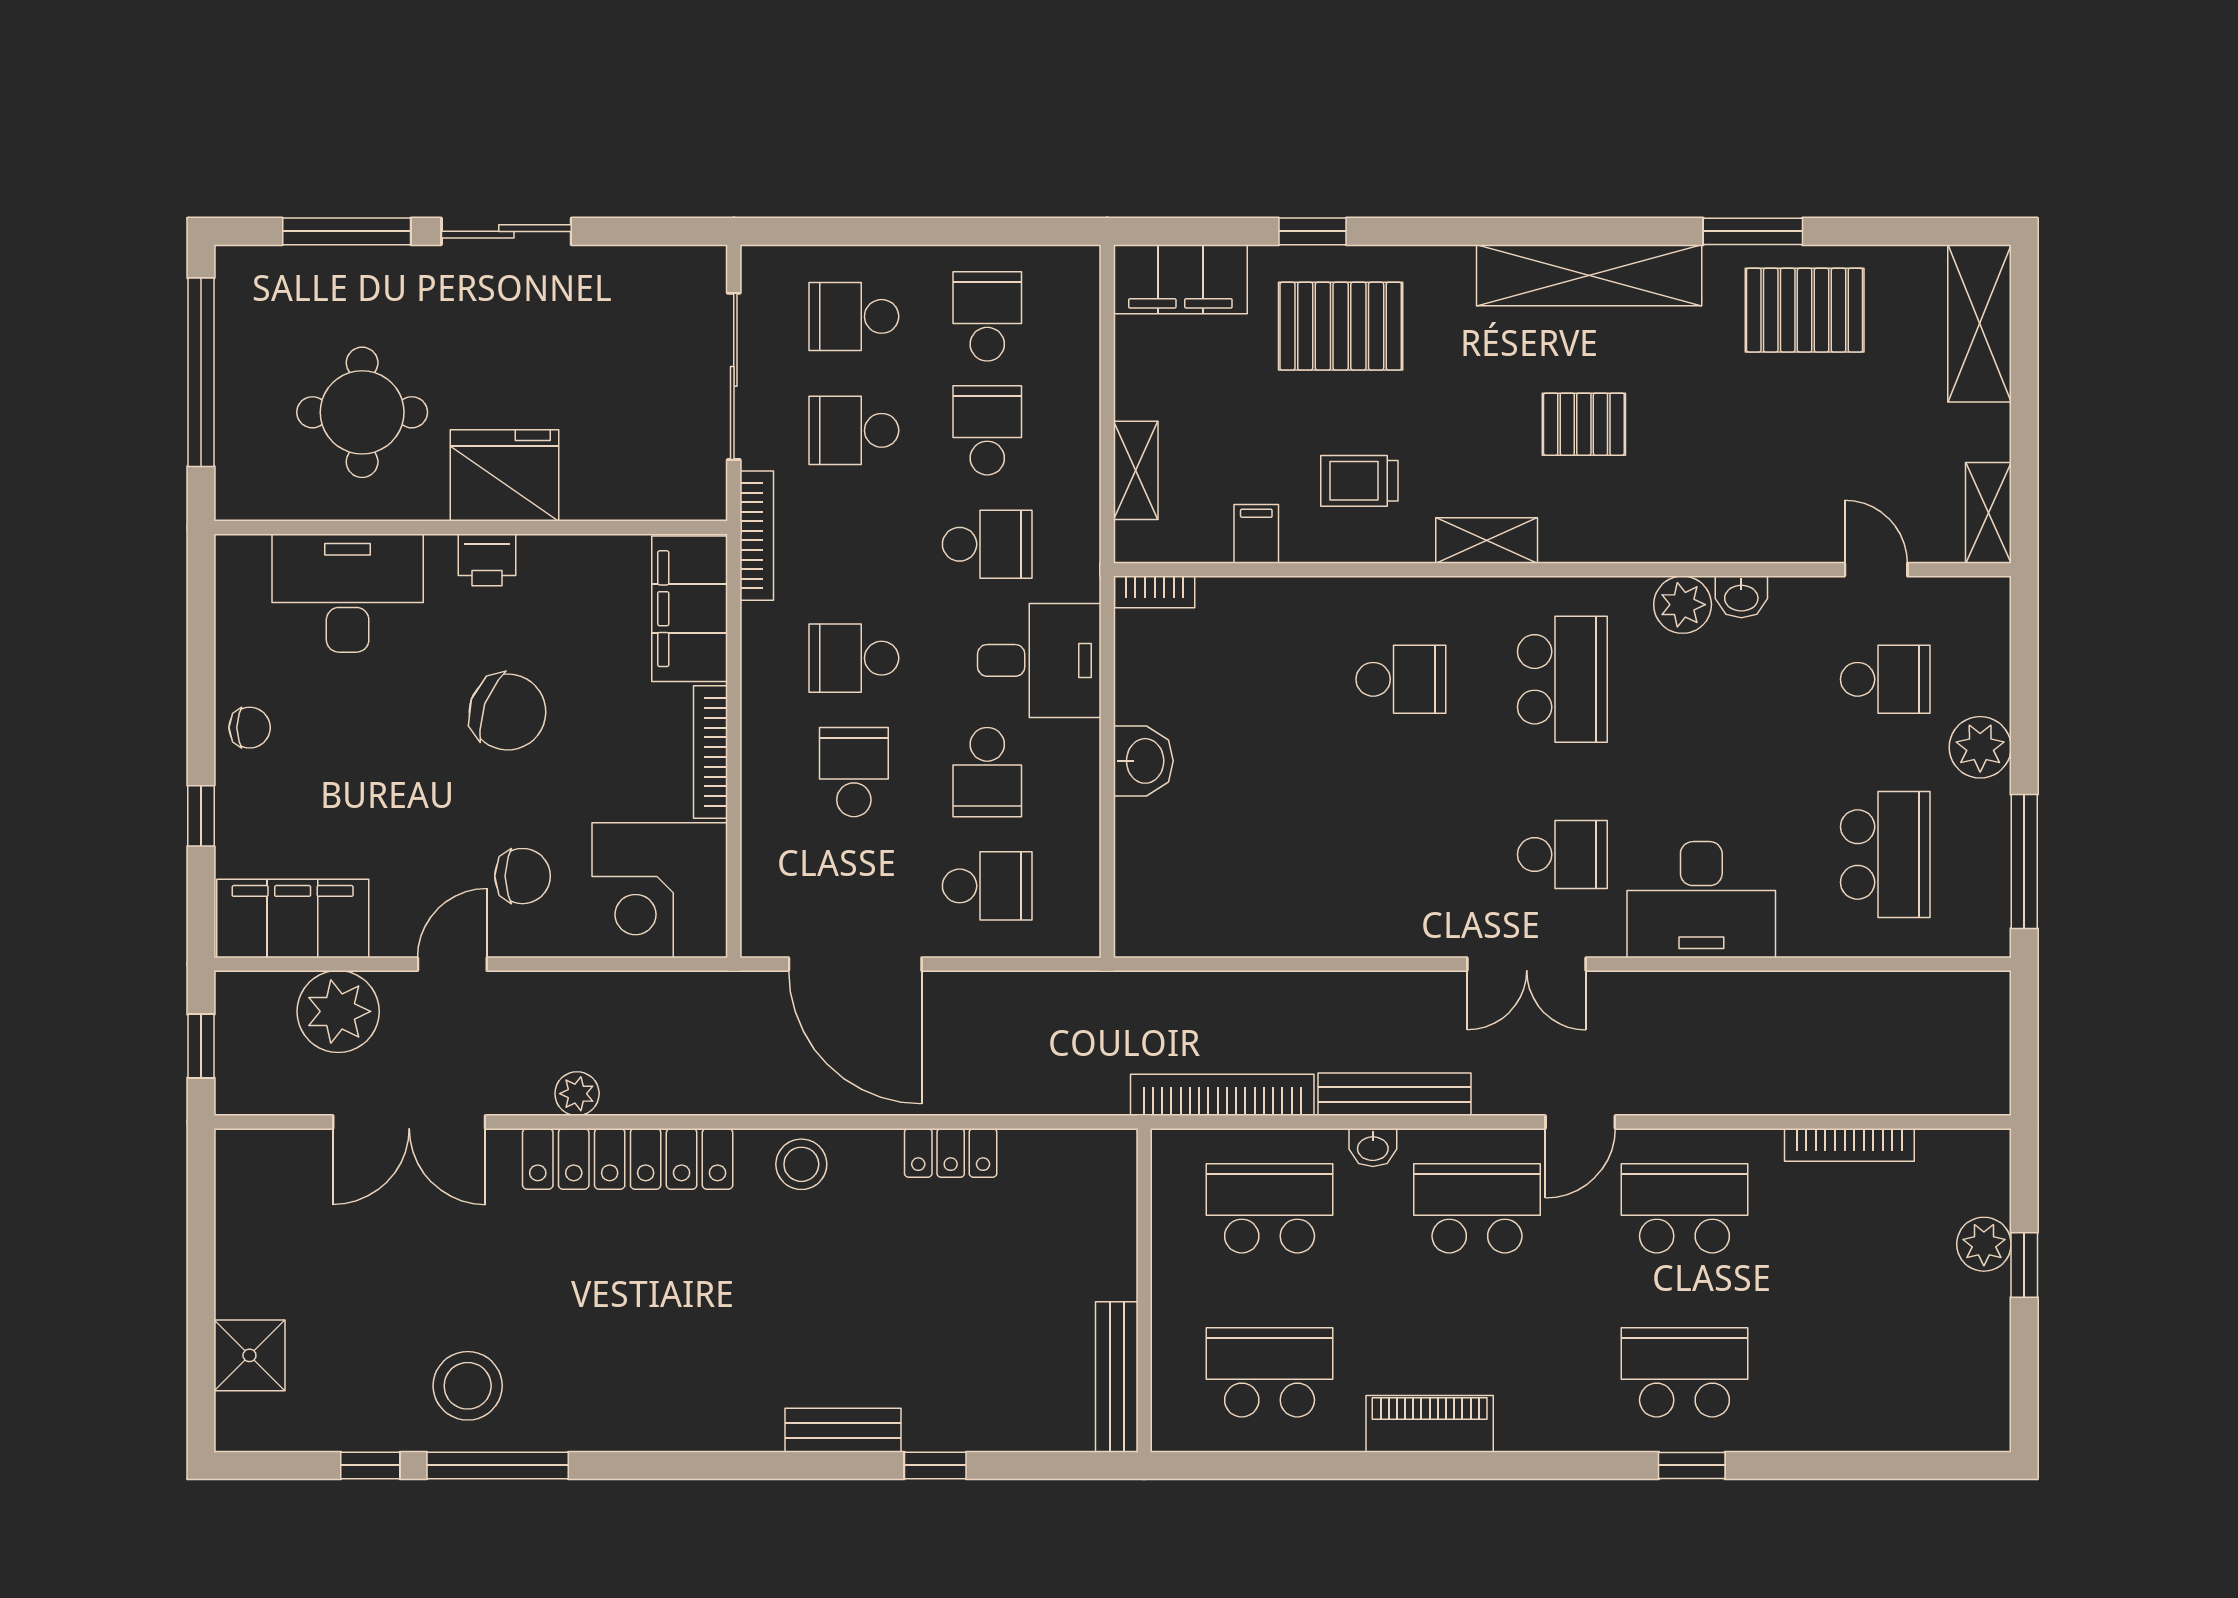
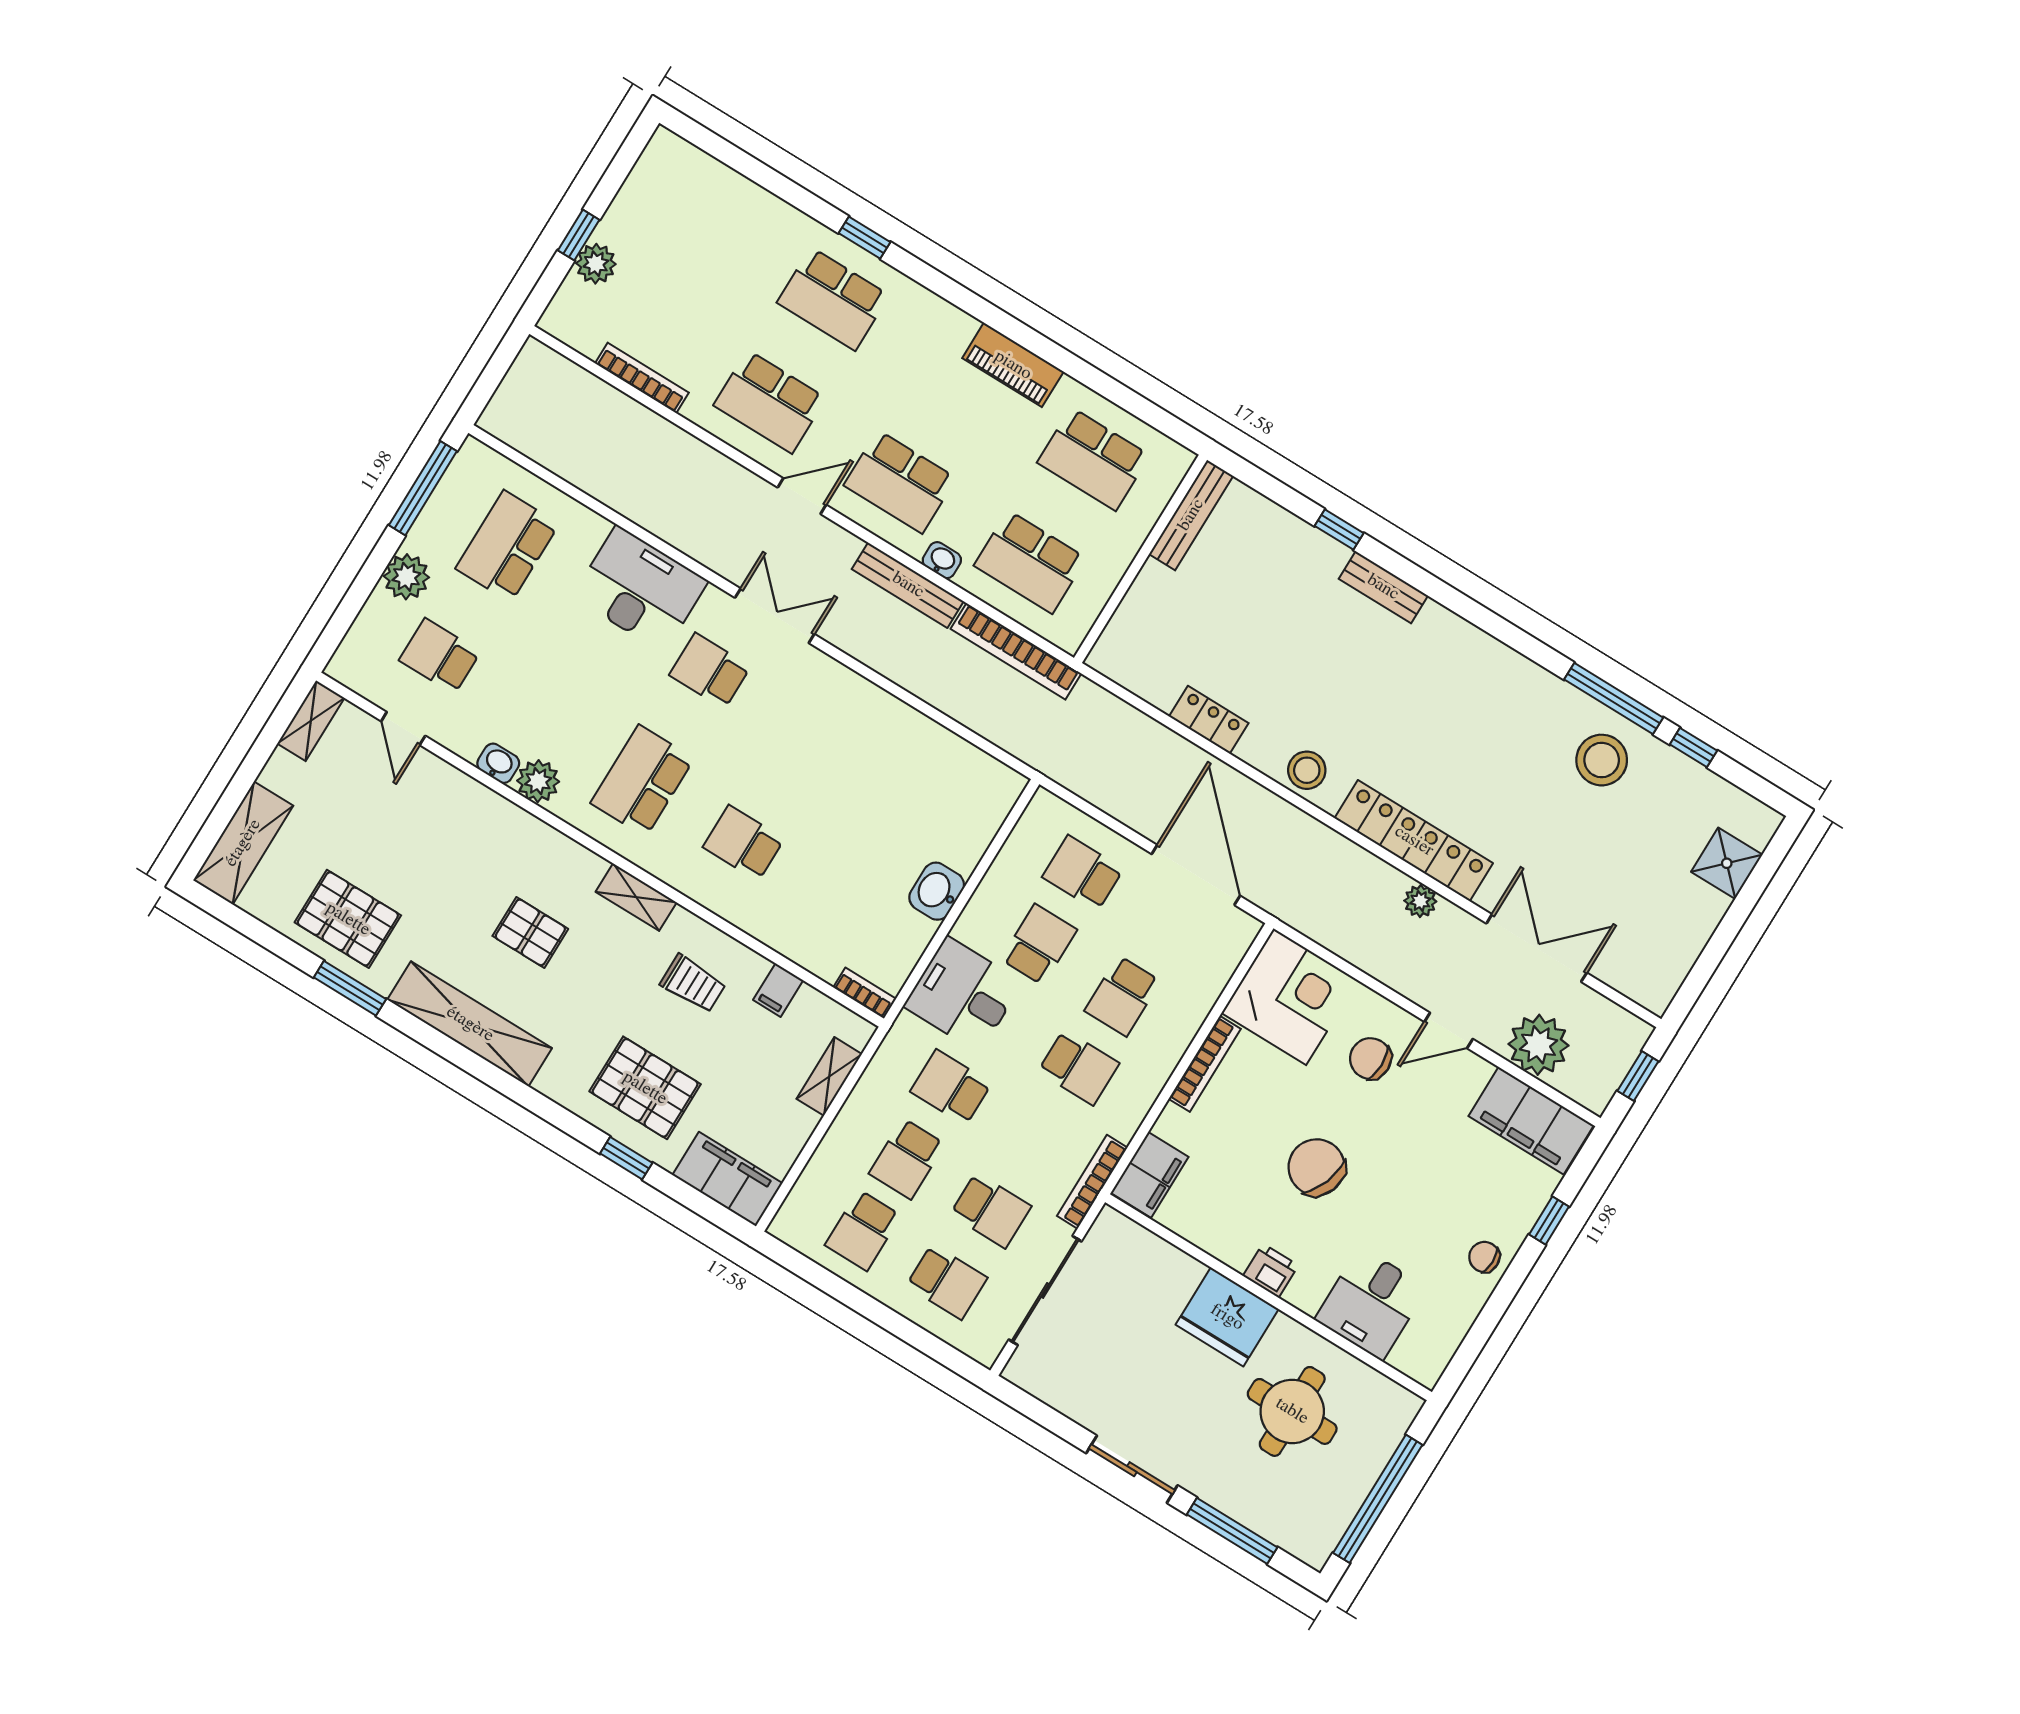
desk: (348, 593) -> (1371, 1304), width x0.73
filing cabinet: (690, 609) -> (1150, 1175), width x0.67, depth x0.86

